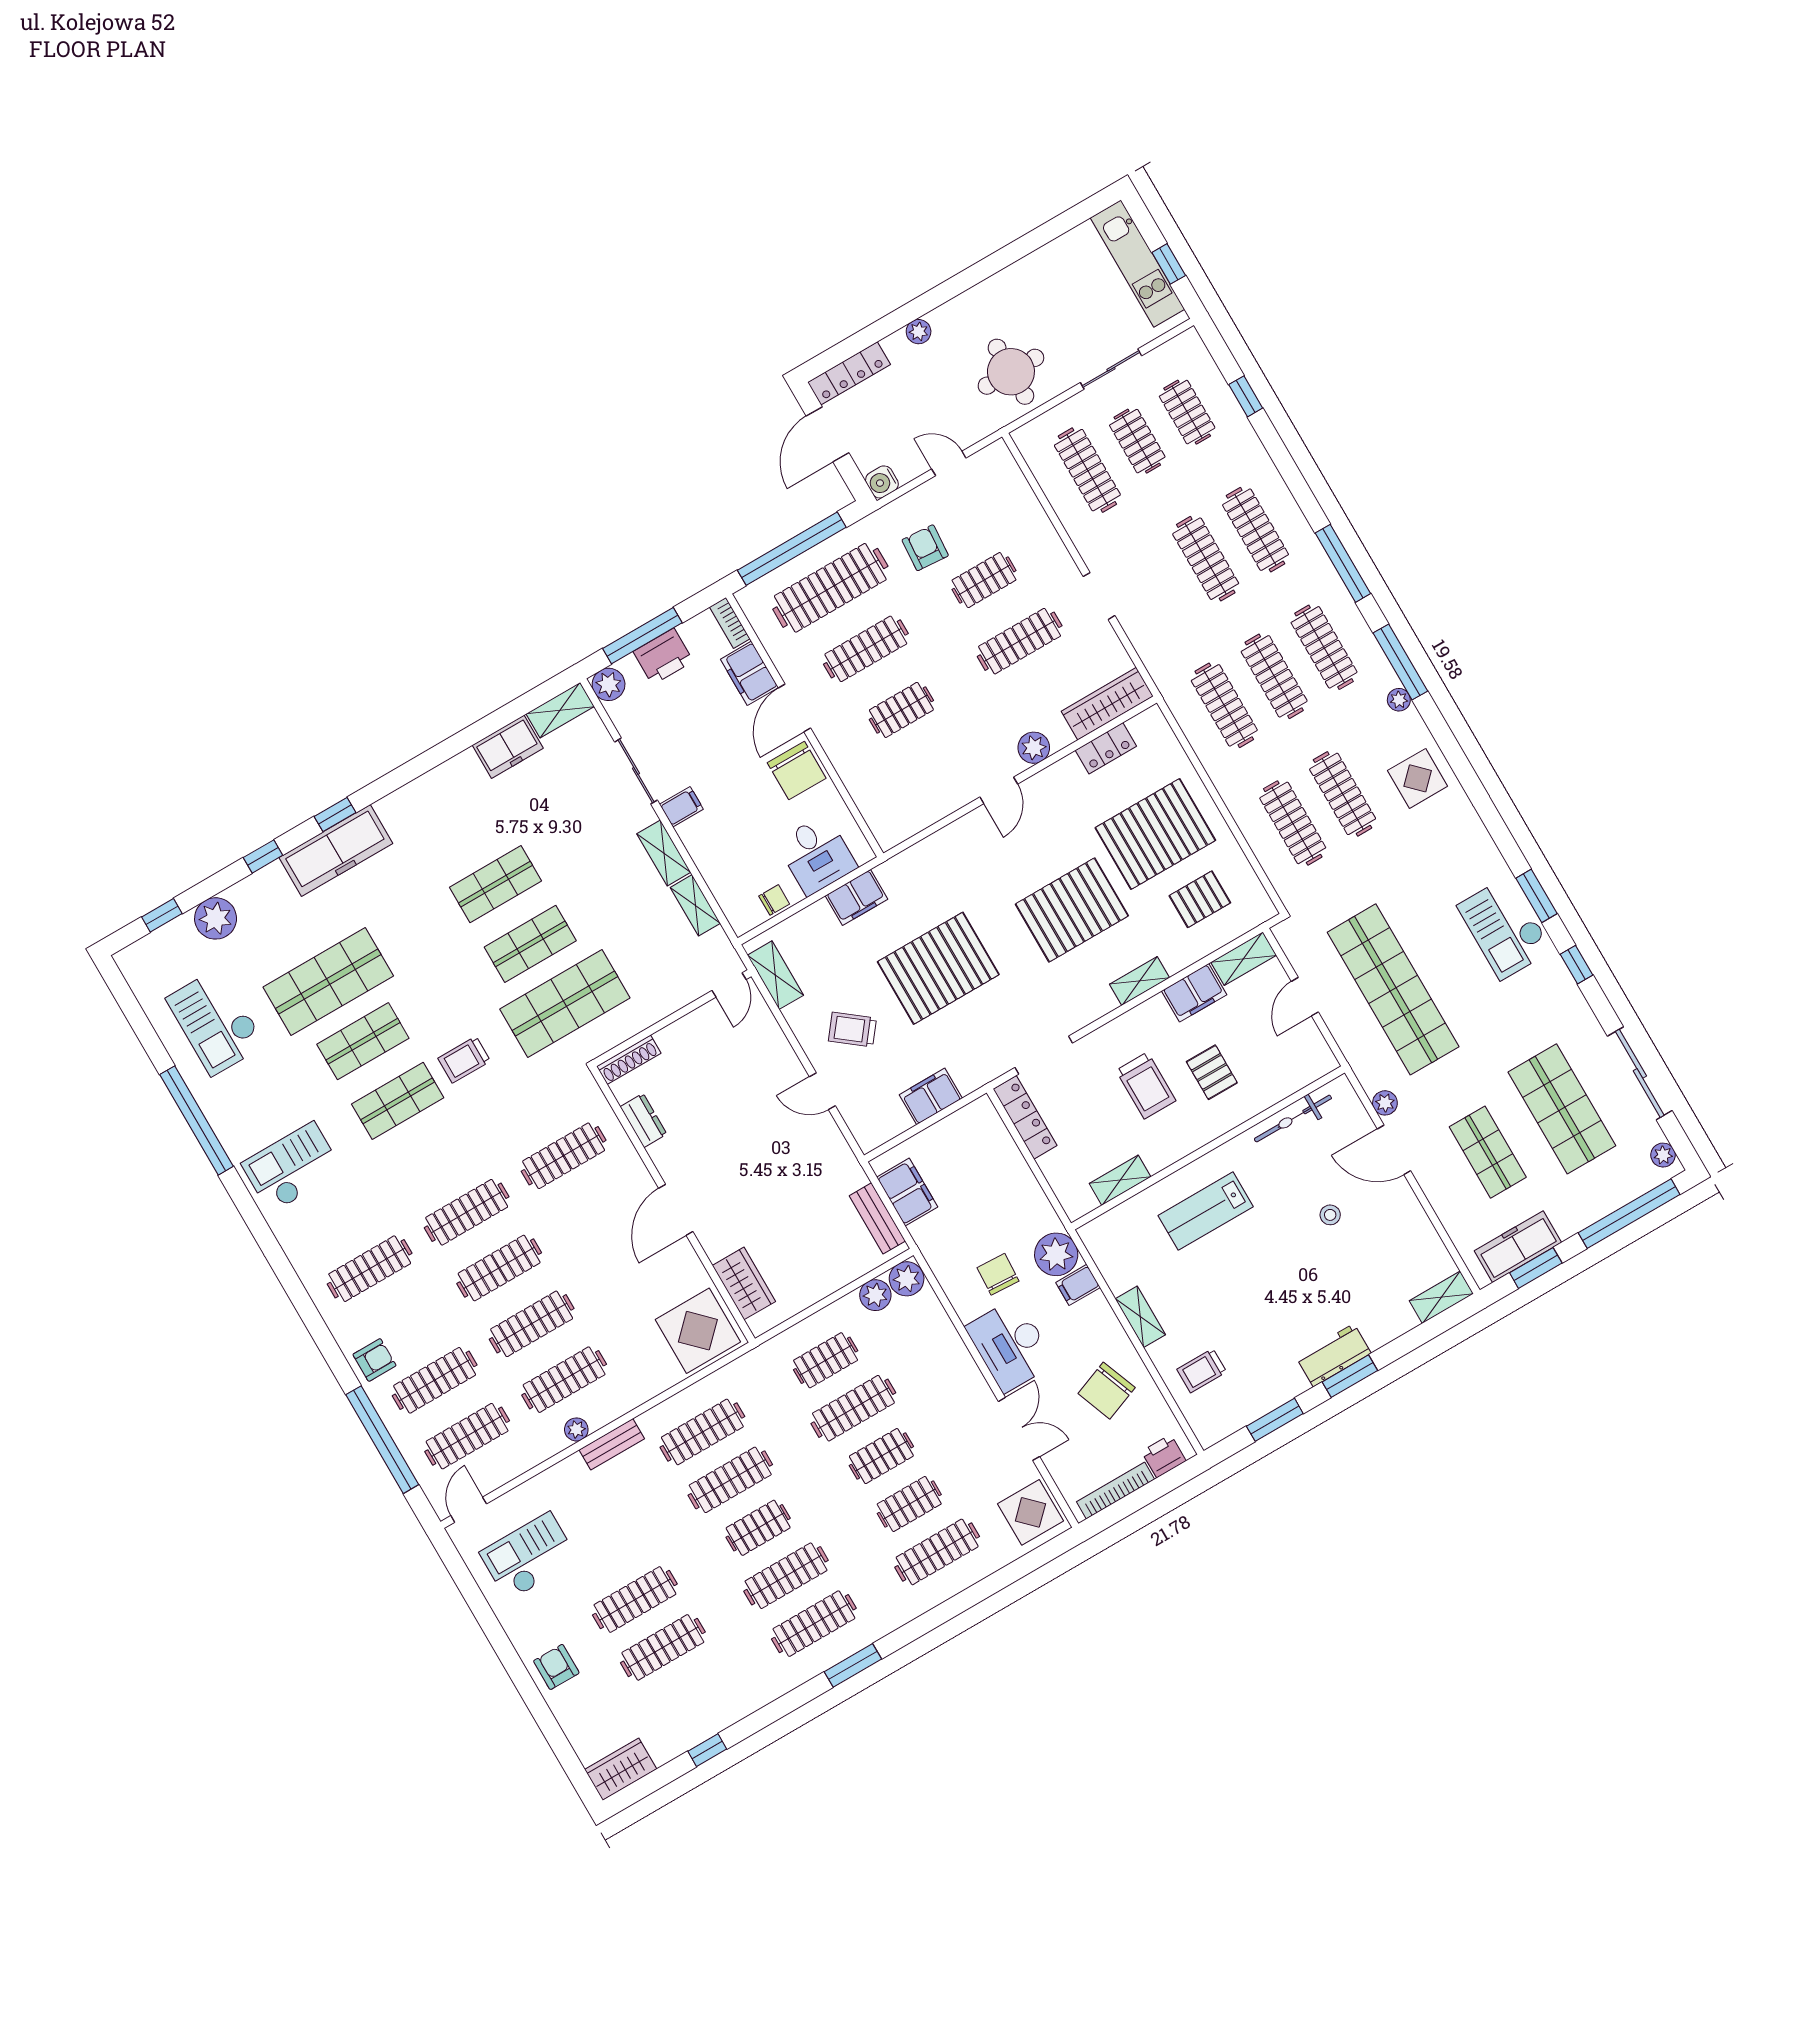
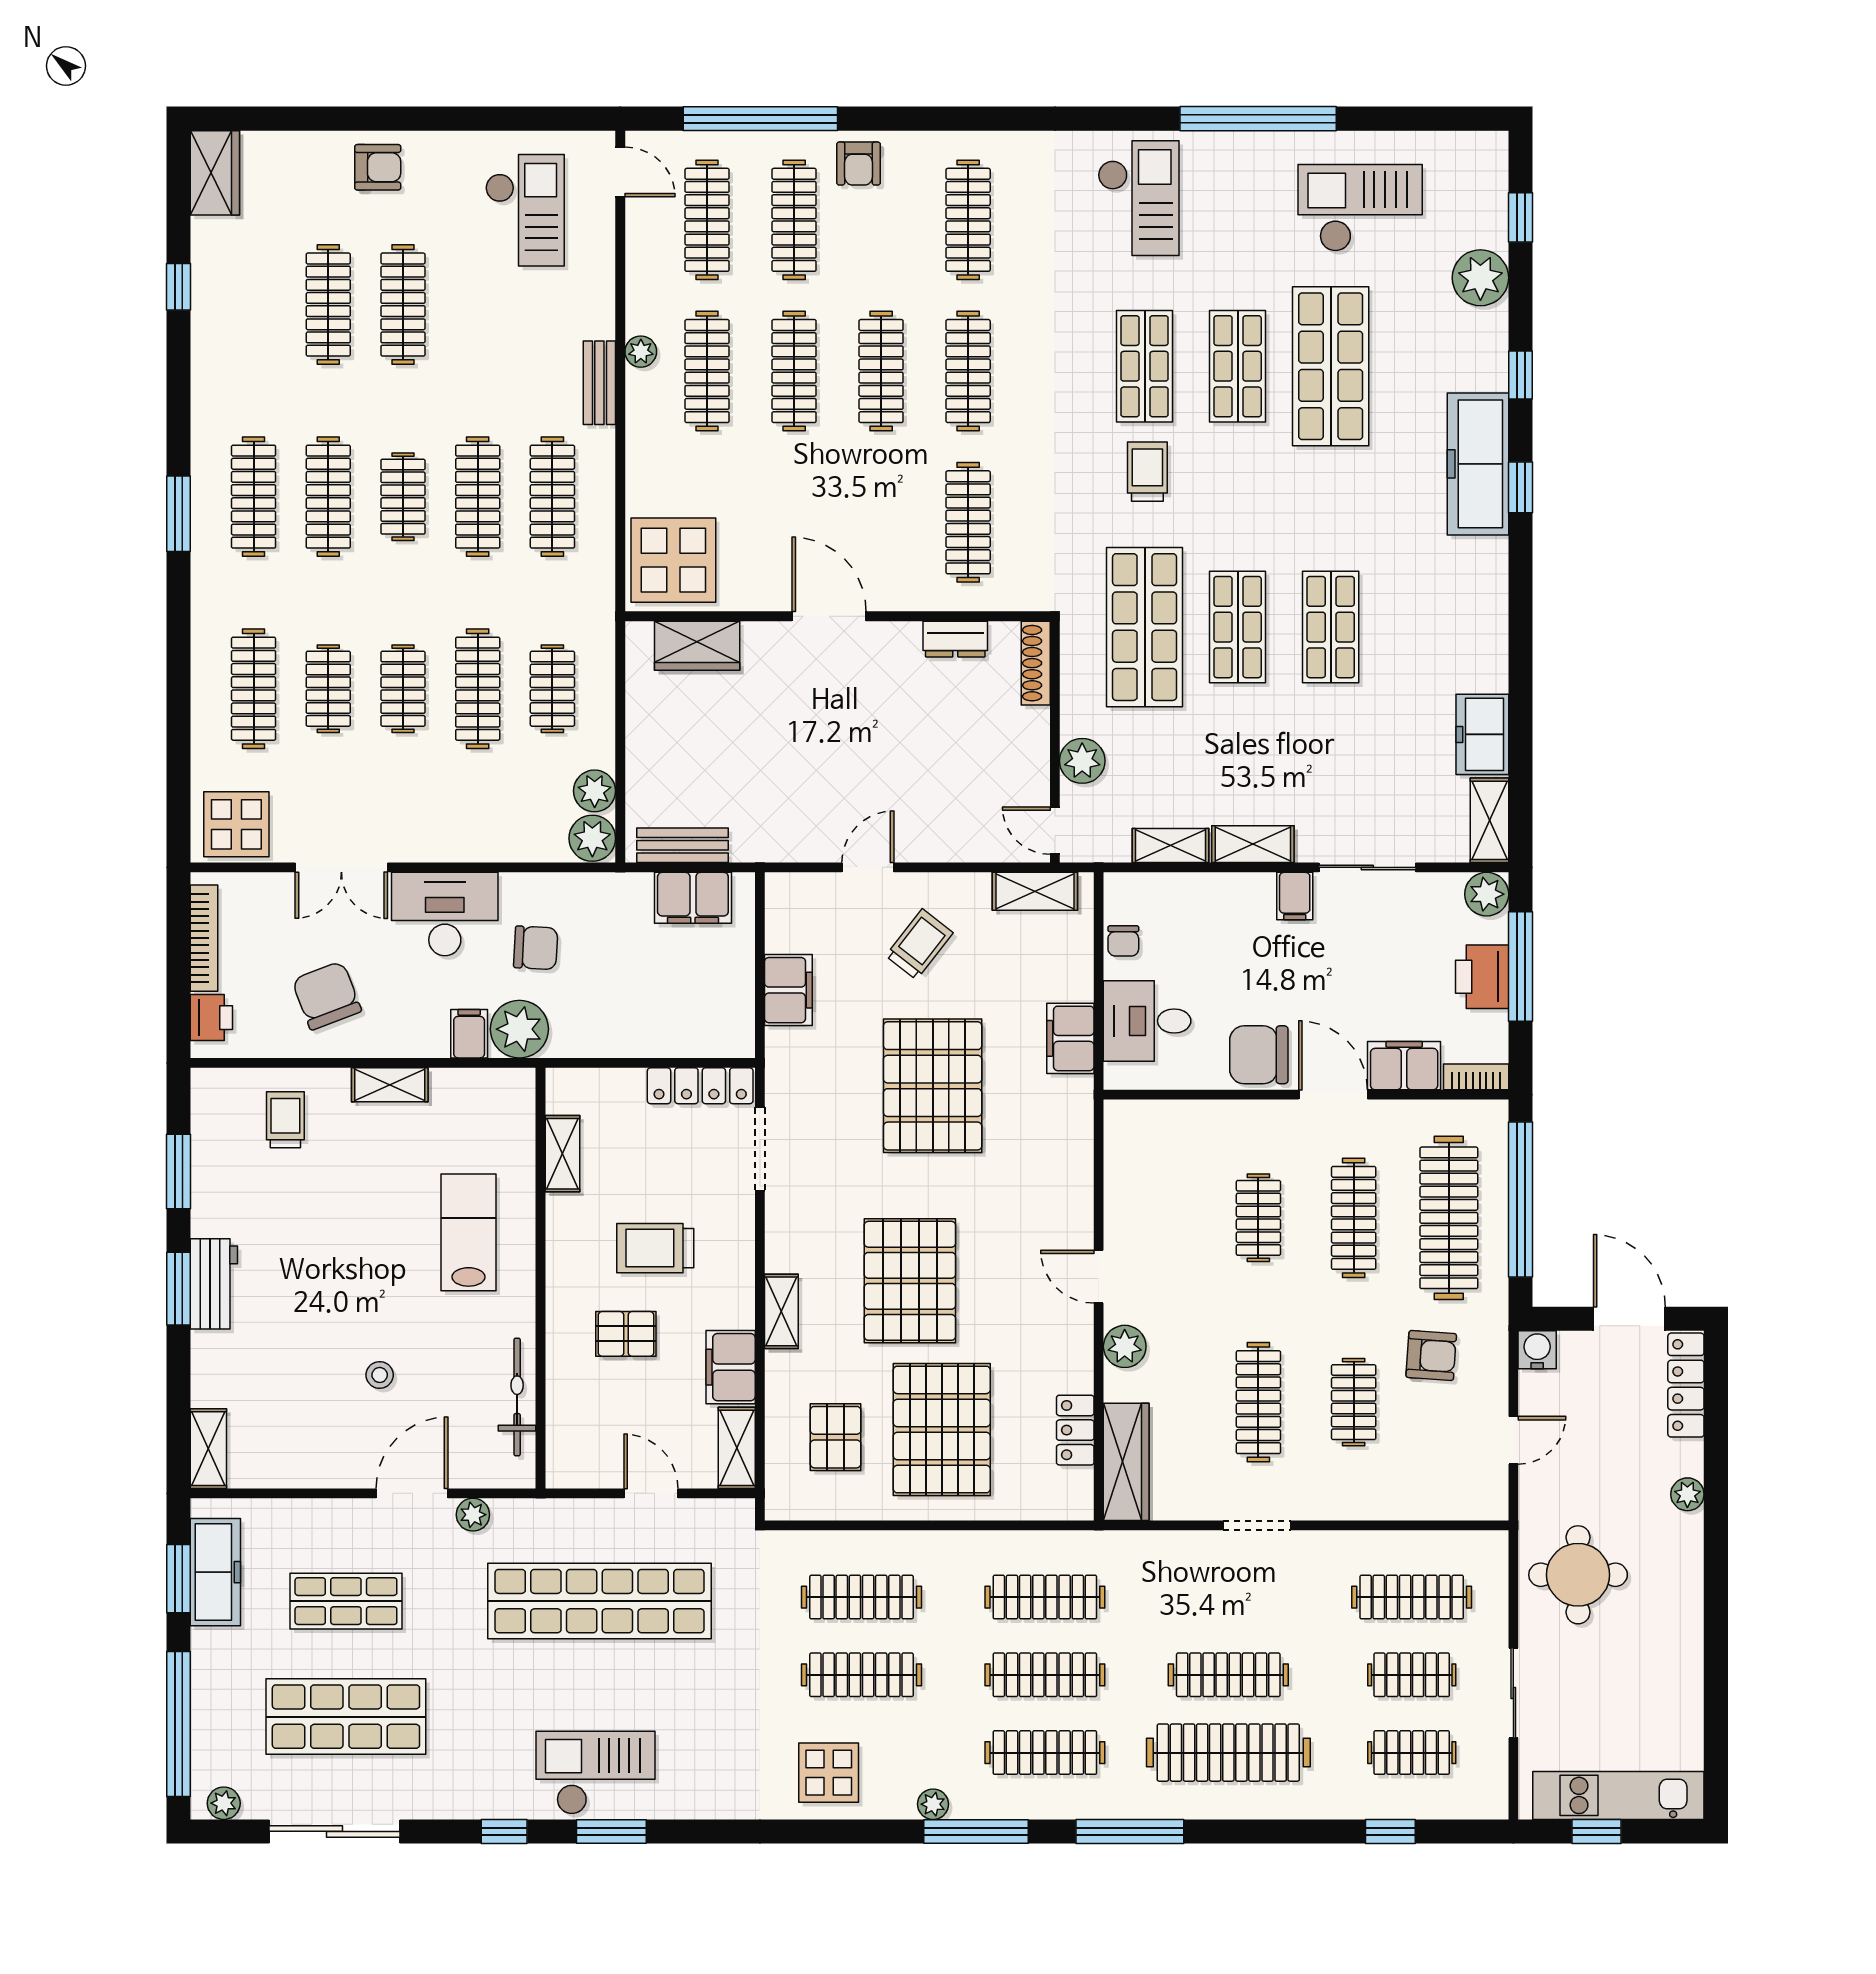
clothes rail: (1256, 530) -> (1228, 1753), width x1.37, depth x1.31
plant: (674, 994) -> (1082, 761), added

